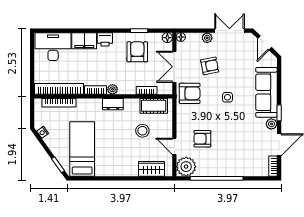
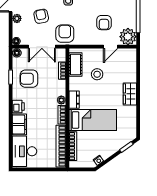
bed: (82, 149) -> (93, 120), moved, turned 180
wardrobe: (152, 169) -> (130, 94), moved

